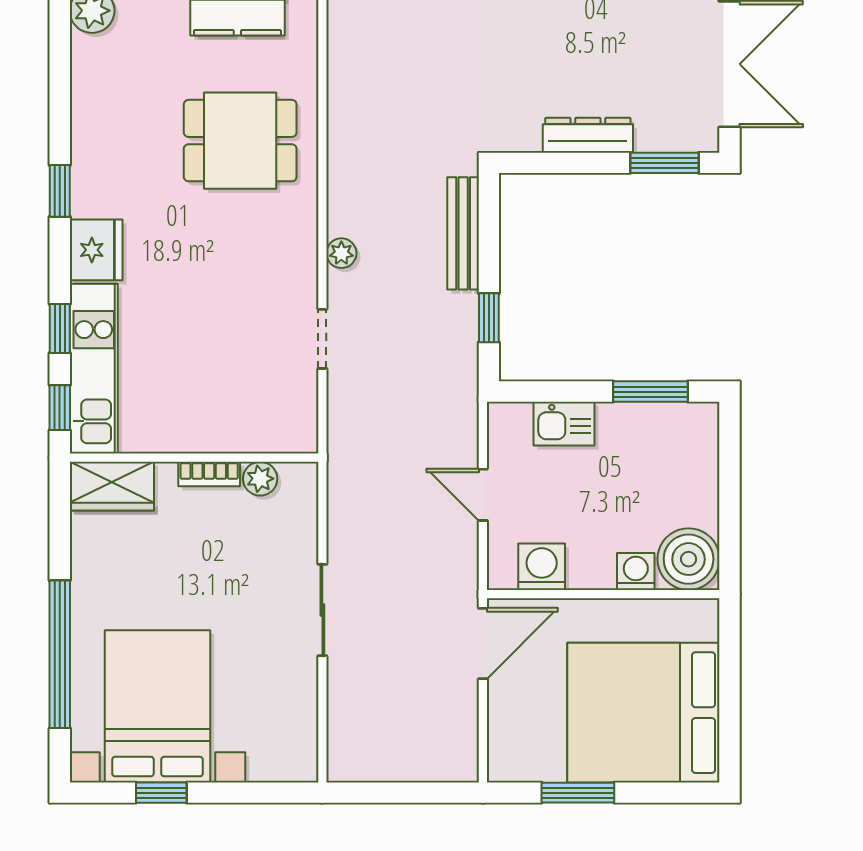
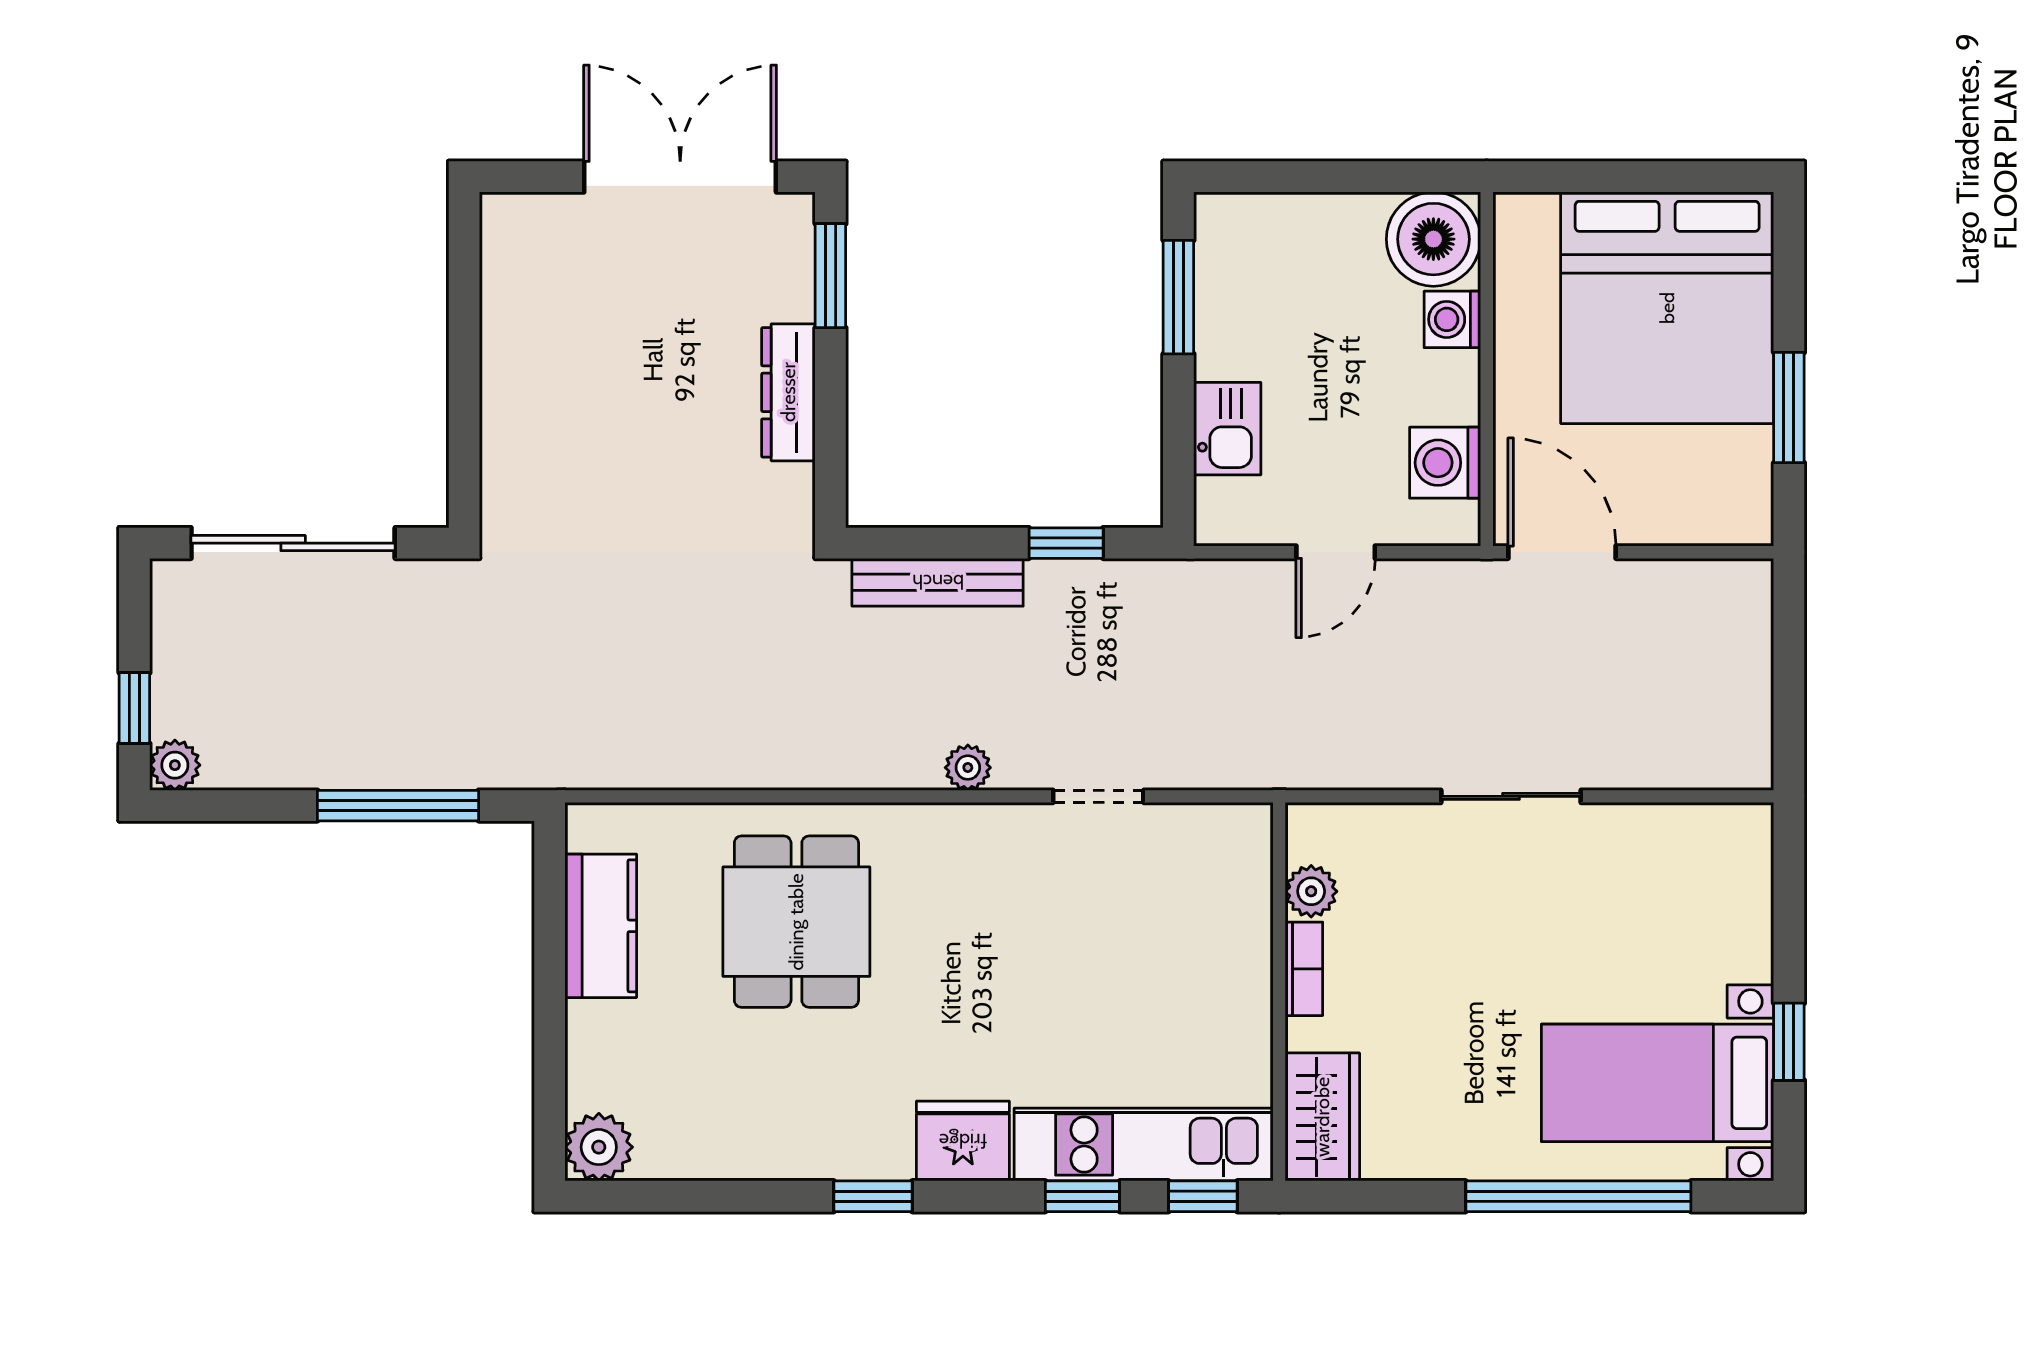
bed with nightstands: (157, 706) -> (1658, 1083), width x0.73

